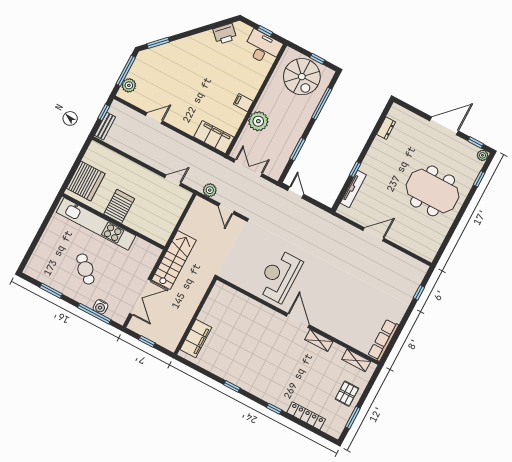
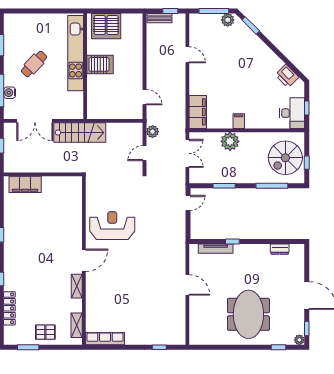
plant: (129, 85) -> (228, 20), moved

